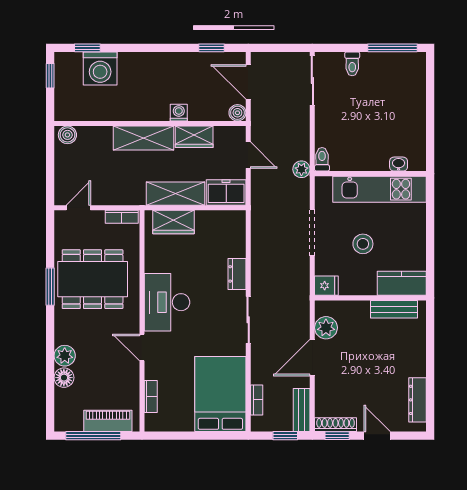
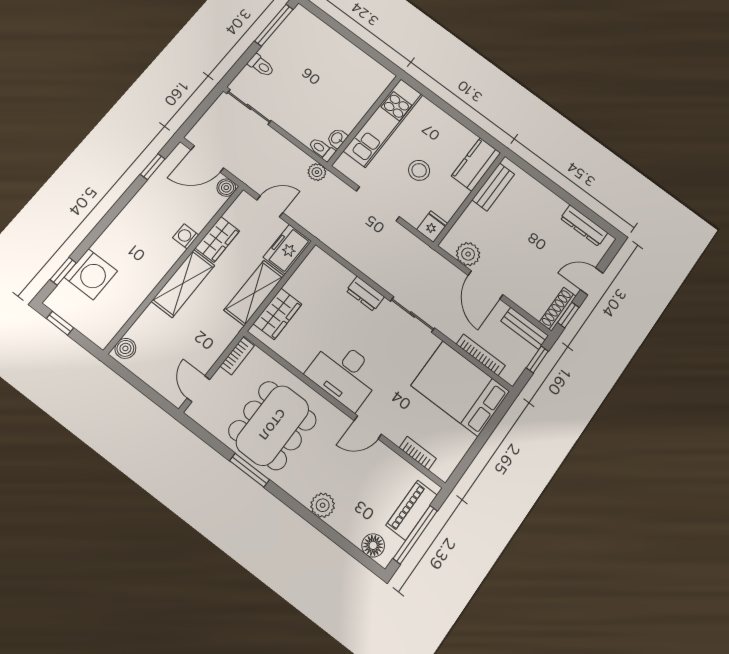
washbasin: (399, 164) -> (337, 138), moved
floor lamp: (64, 378) -> (373, 545), moved
bookcase: (257, 400) -> (481, 355), width x1.56

